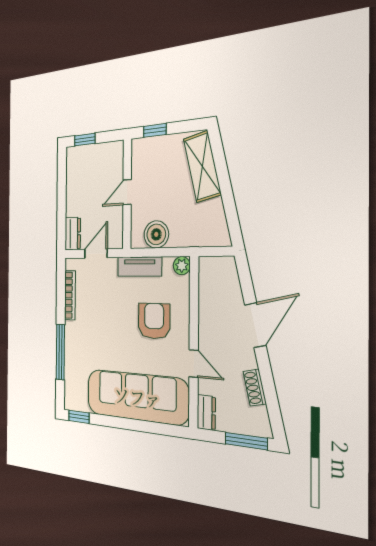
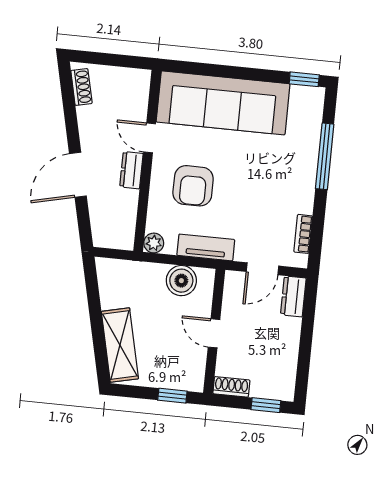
shoe rack: (111, 149) -> (231, 387), added
door: (127, 192) -> (214, 333), swing flipped
bookcase: (70, 295) -> (303, 234), width x0.64
shoe rack: (255, 388) -> (81, 87), moved
dresser: (206, 412) -> (131, 170), moved
window: (246, 441) -> (99, 58), removed

